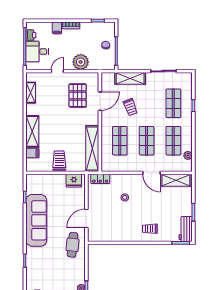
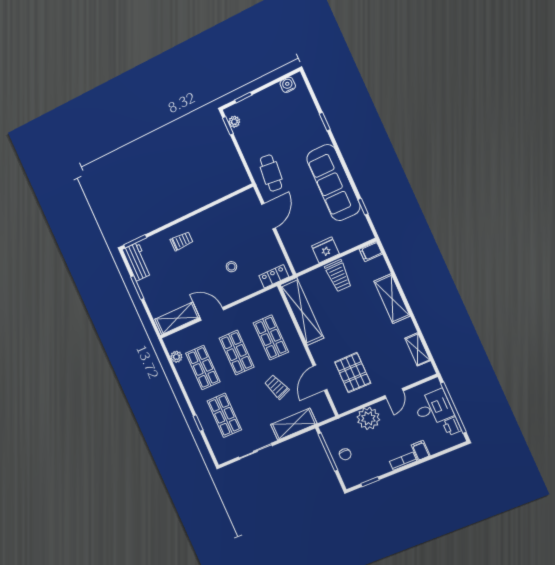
filing cabinet: (32, 153) -> (371, 252), moved
fridge: (74, 181) -> (325, 250), moved

